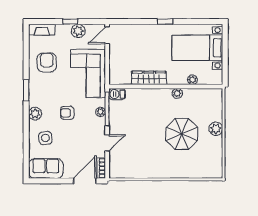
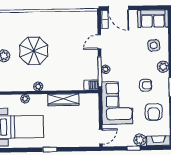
plant: (78, 31) -> (140, 140), moved
armchair: (67, 113) -> (146, 85), moved
door: (85, 181) -> (118, 8), hinge flipped

